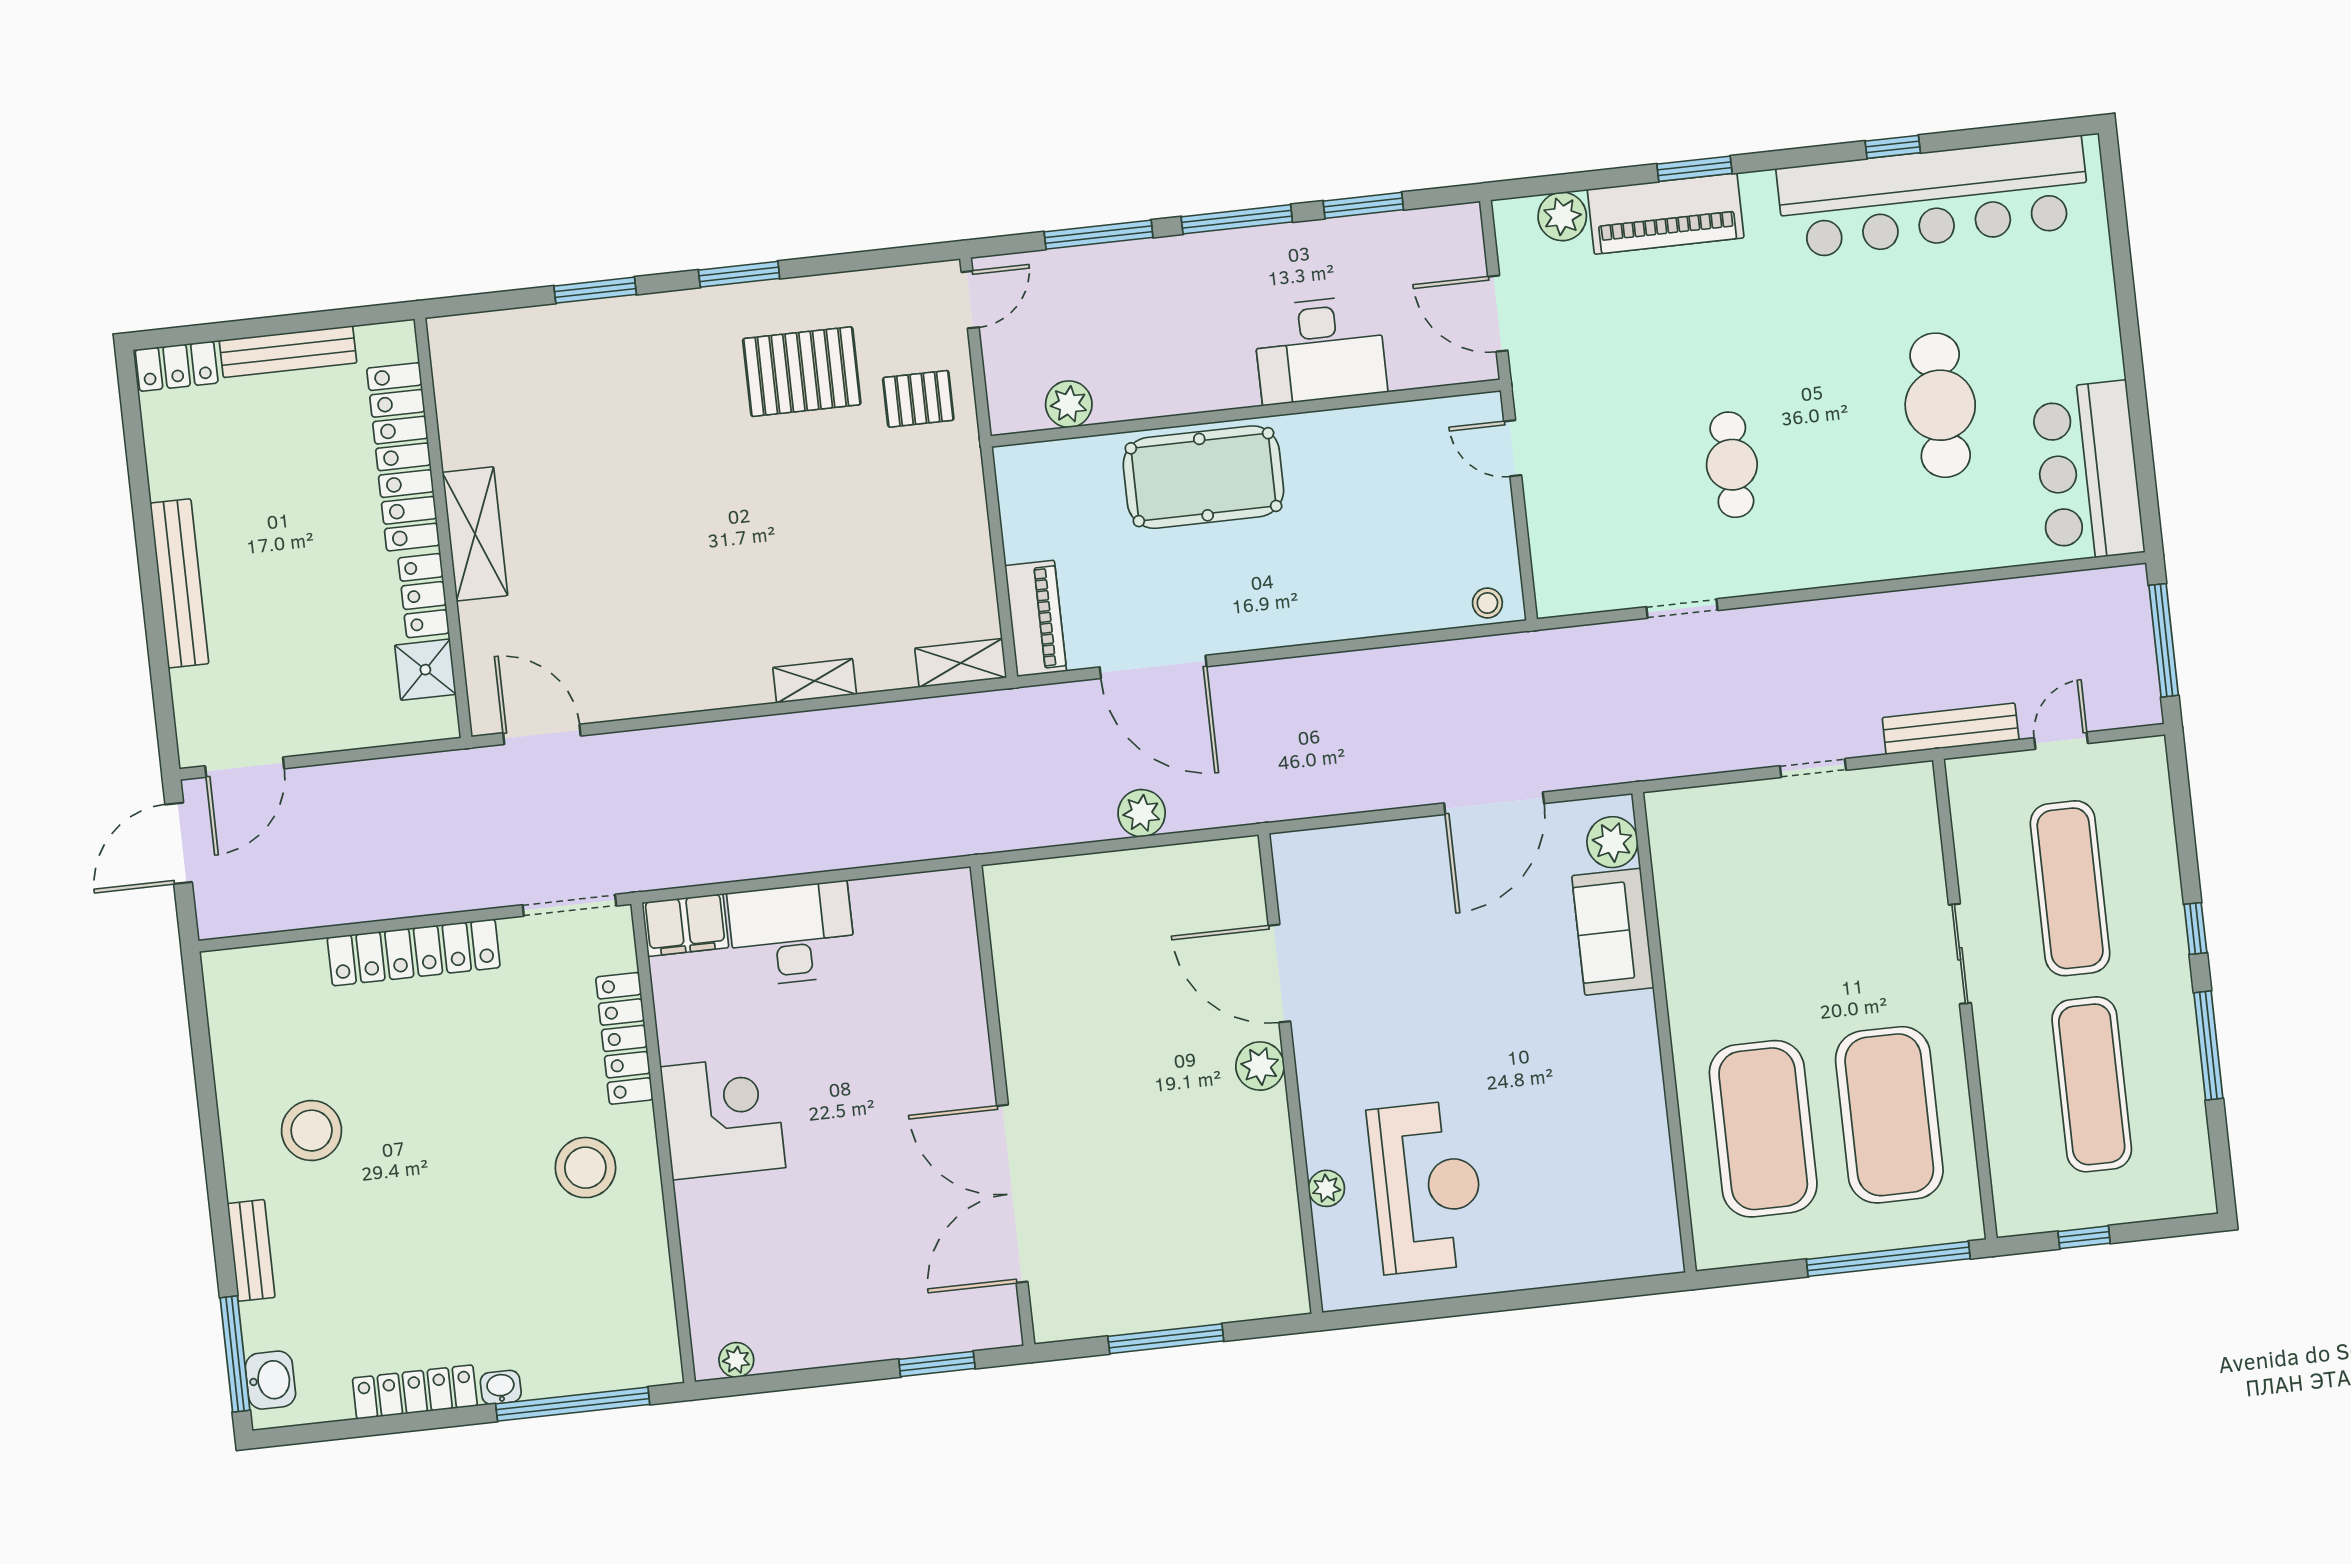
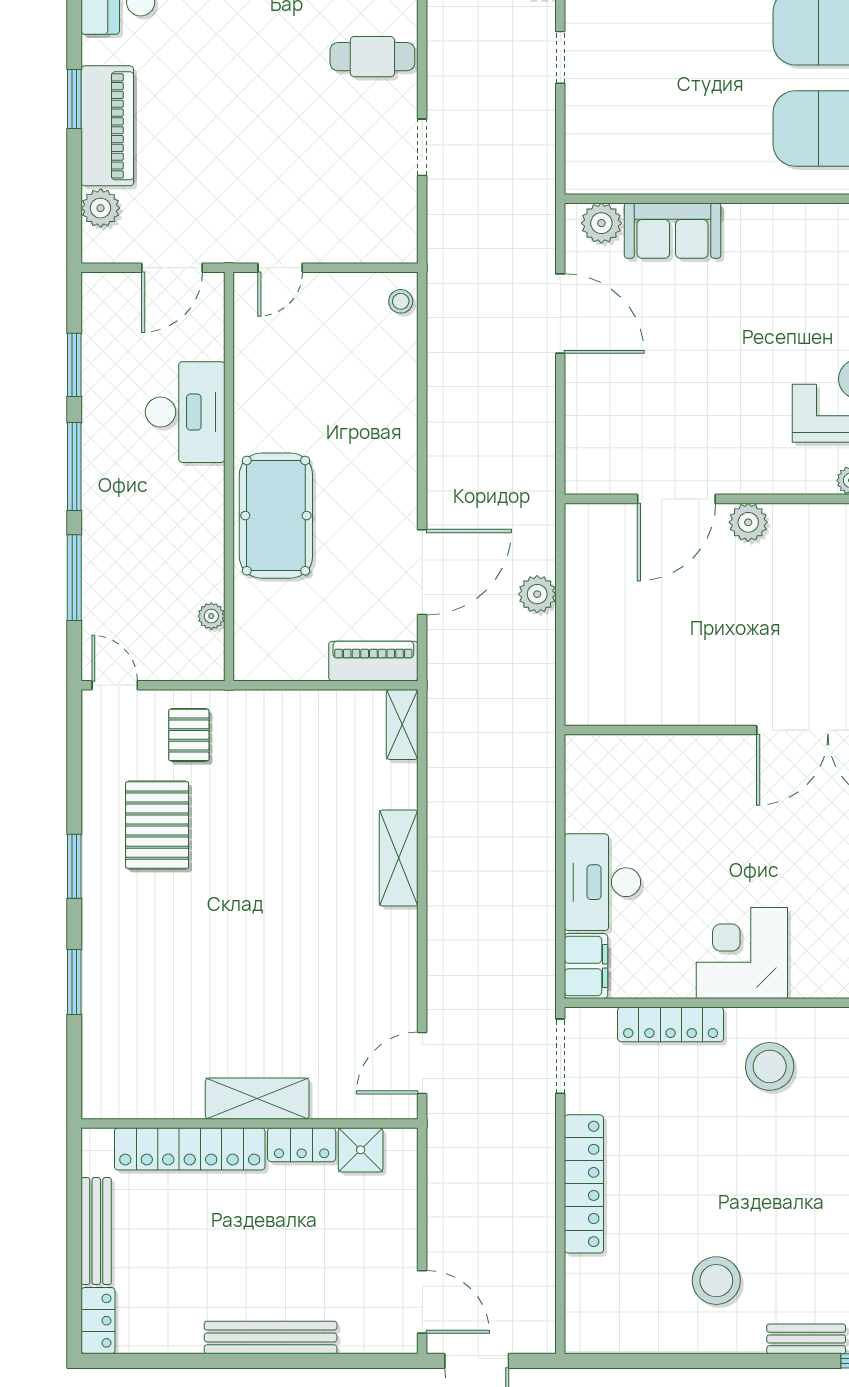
plant: (1069, 404) -> (211, 616), width x0.73, depth x0.73
cafe table: (1732, 465) -> (372, 57), moved
shelving: (815, 681) -> (399, 858), width x1.50, depth x1.33

